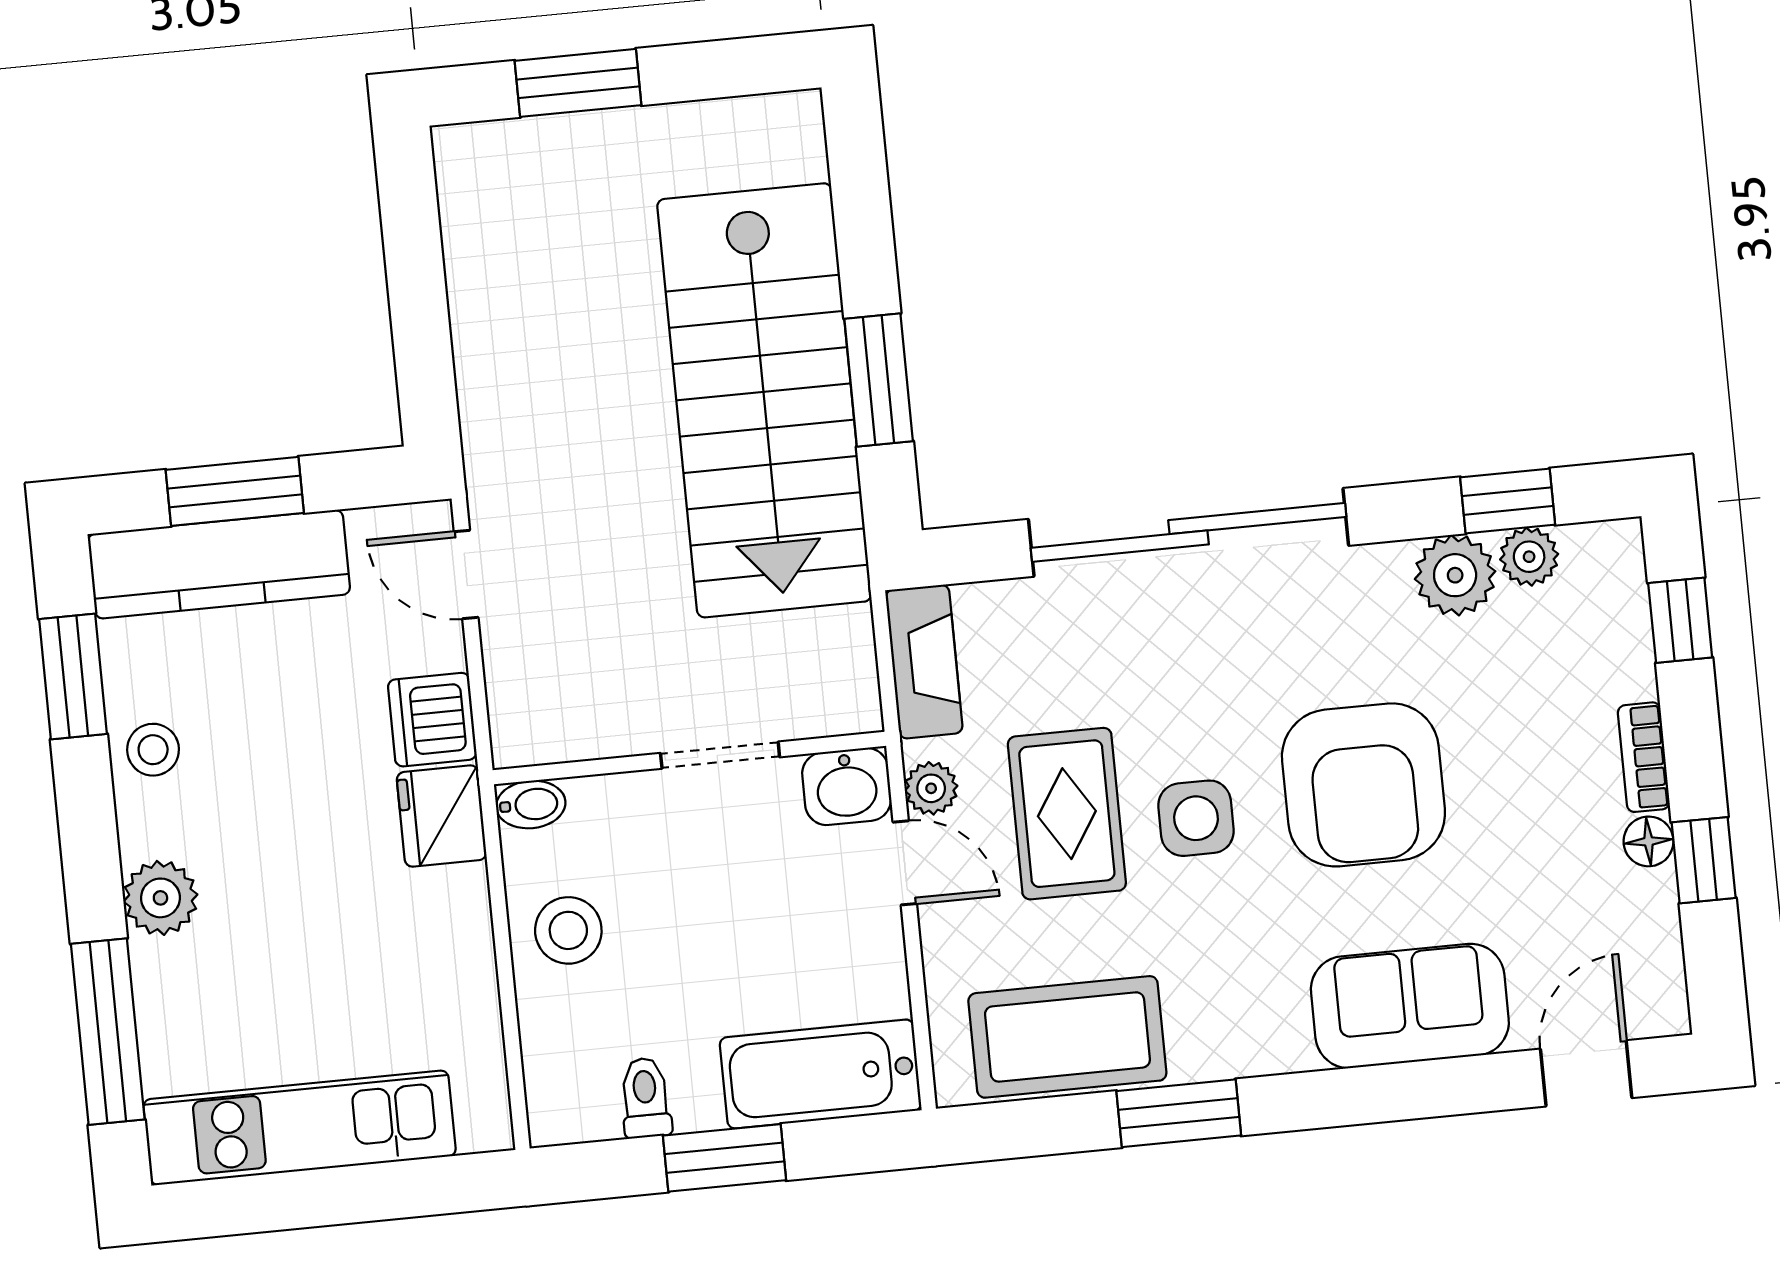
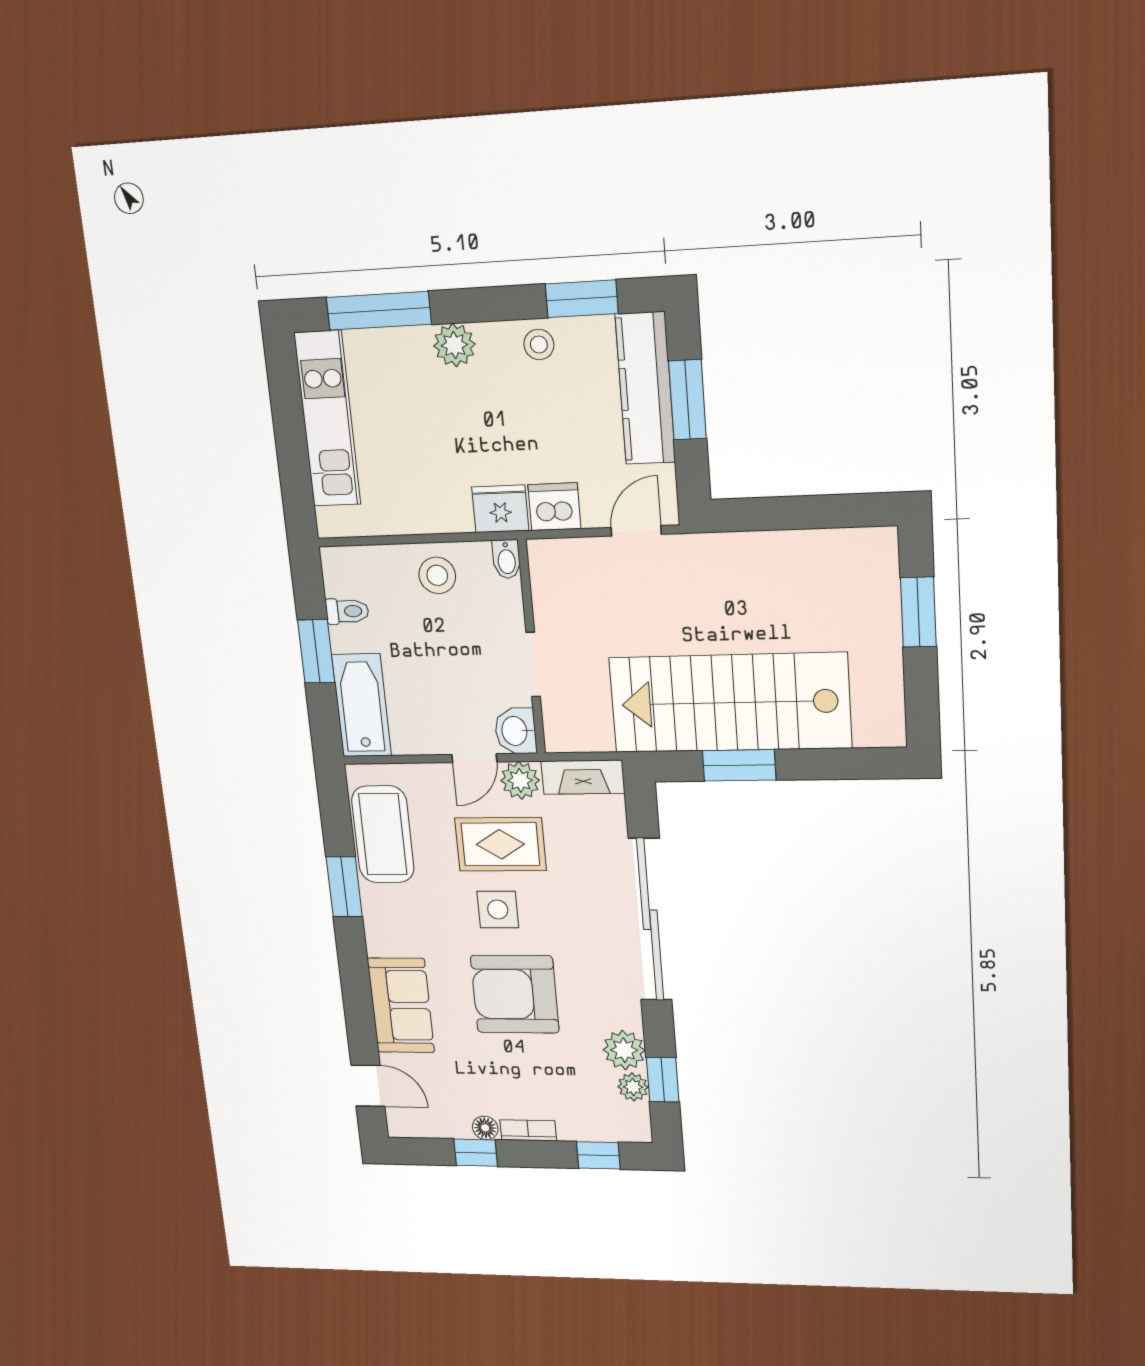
plant: (931, 788) -> (520, 780), width x1.38, depth x1.38

